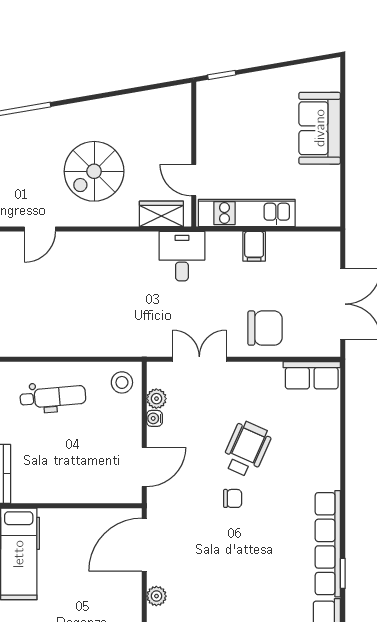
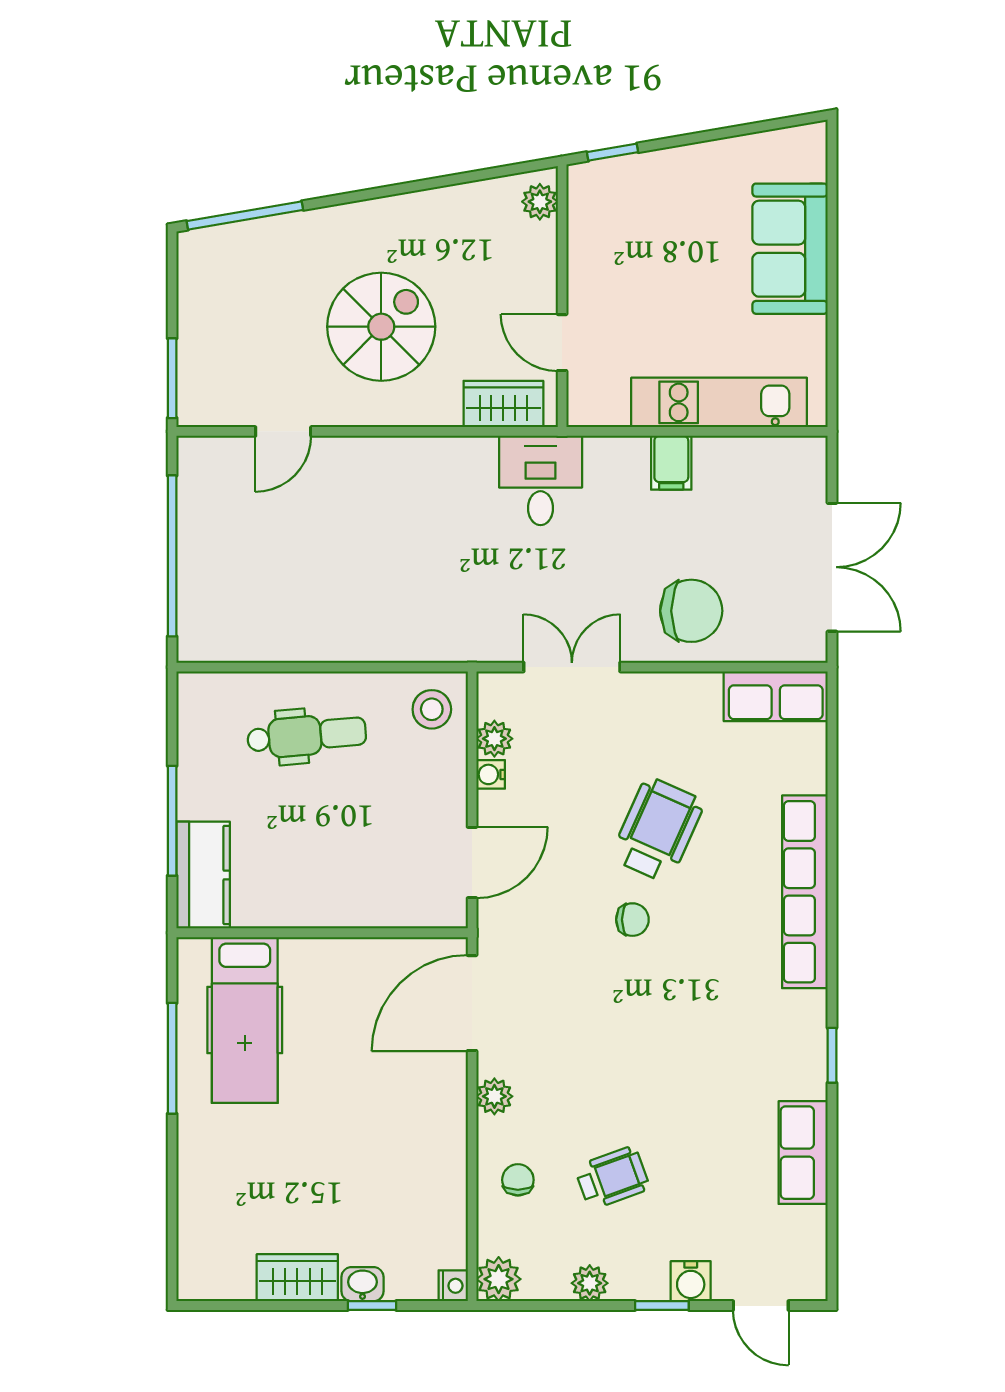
plant: (182, 102) -> (540, 202), added
spiral stairs: (94, 171) -> (381, 327), turned 180
kitchen unit: (247, 213) -> (719, 402), moved
row of seats: (328, 544) -> (805, 892), moved

